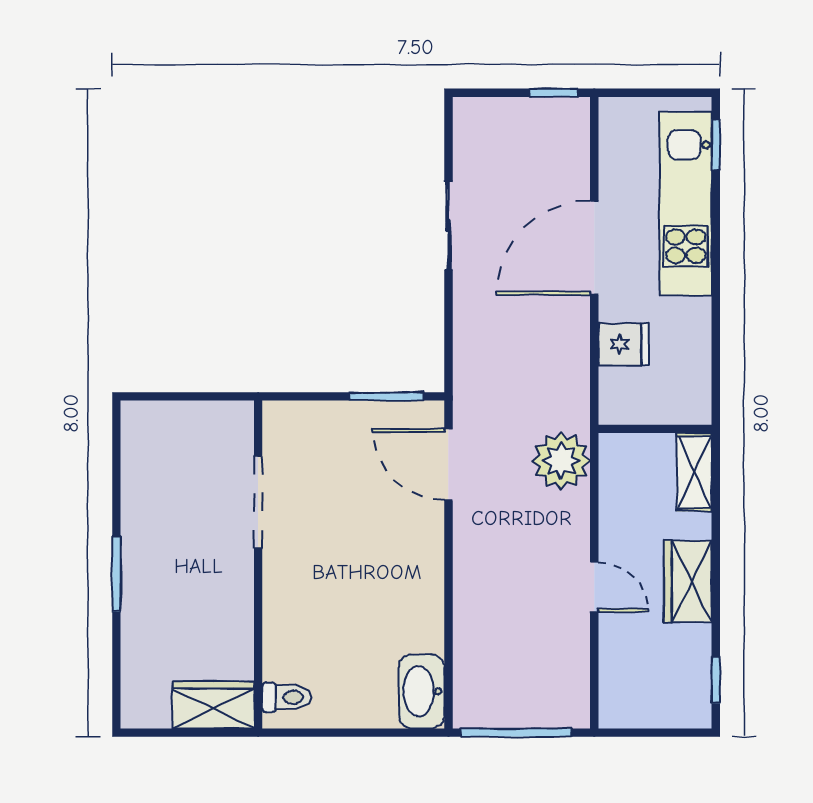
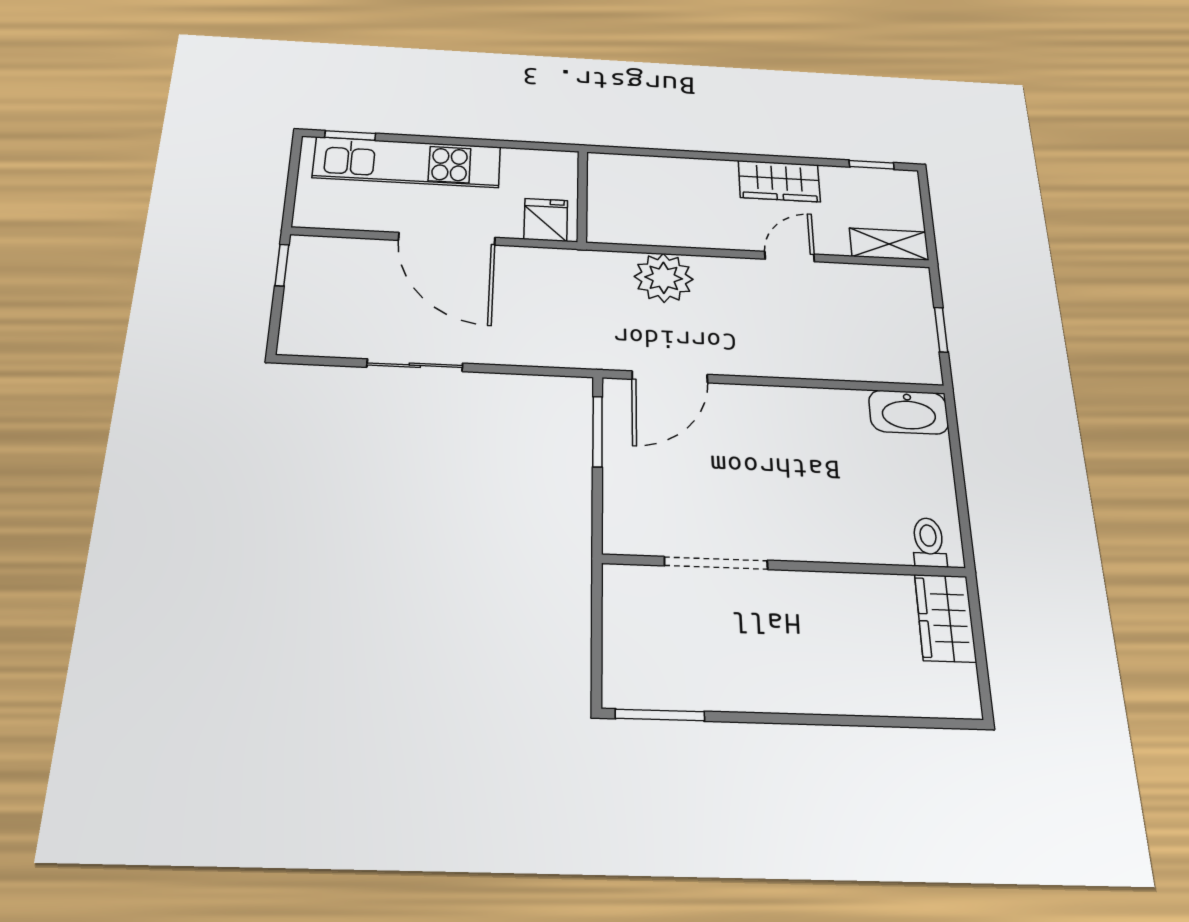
wall: (655, 429) -> (582, 196), moved
shelving: (694, 472) -> (889, 244), moved
window: (116, 574) -> (660, 715), moved
window: (516, 733) -> (941, 330), width x0.46

